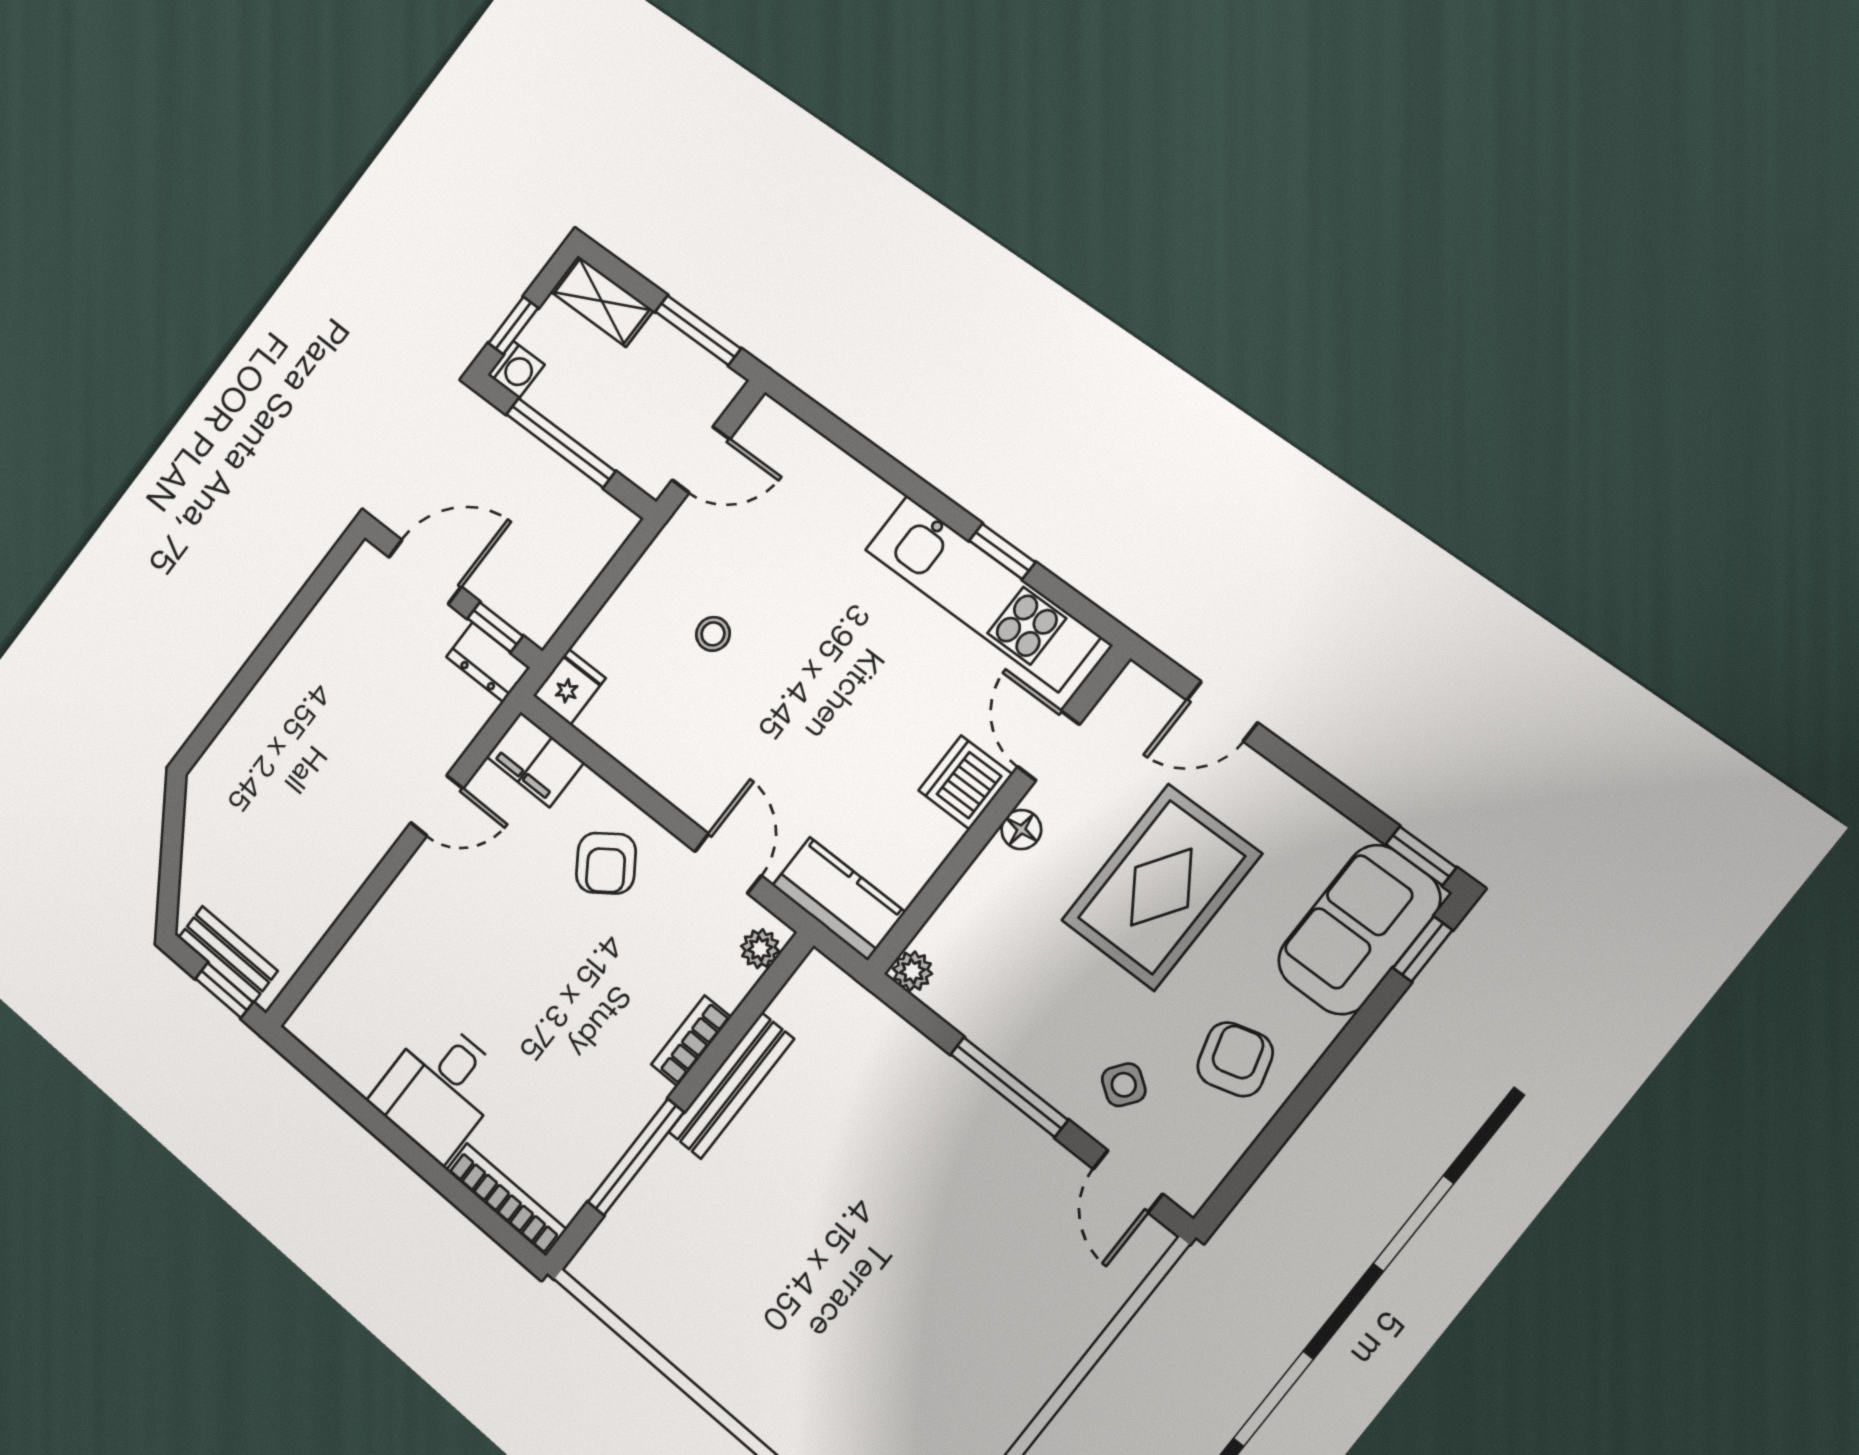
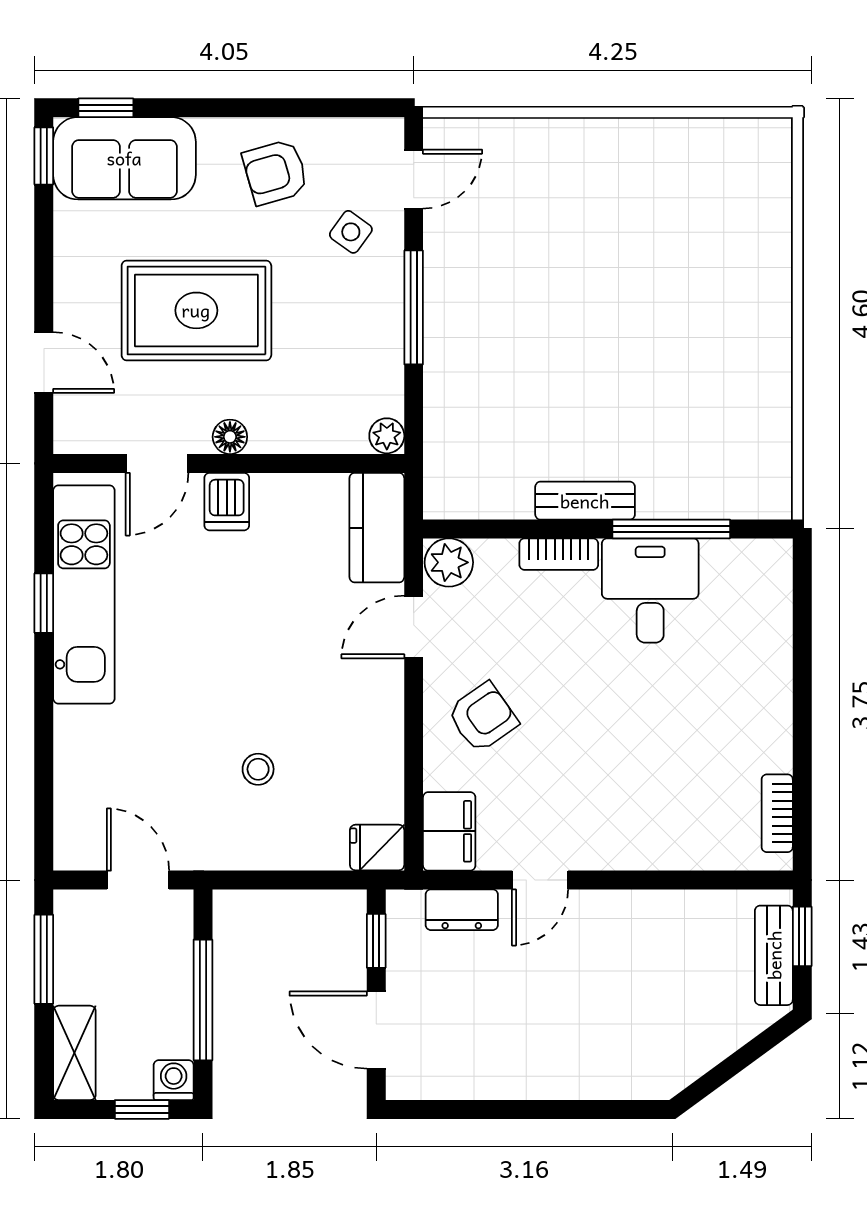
dresser: (488, 662) -> (462, 910), moved, turned 90
dishwasher: (965, 782) -> (227, 502), width x0.73
door: (437, 806) -> (540, 880), swing flipped
plant: (760, 949) -> (449, 562), width x1.38, depth x1.38
bench: (731, 1086) -> (585, 501), width x0.73
desk: (439, 1089) -> (650, 590), moved, turned -90
bookcase: (506, 1199) -> (777, 813), moved, width x0.64

